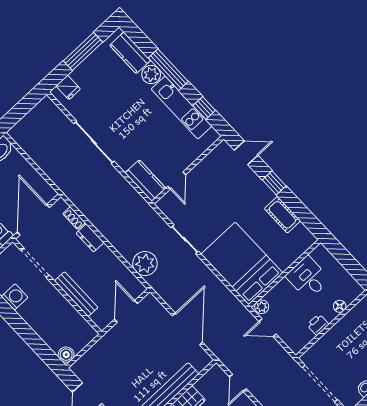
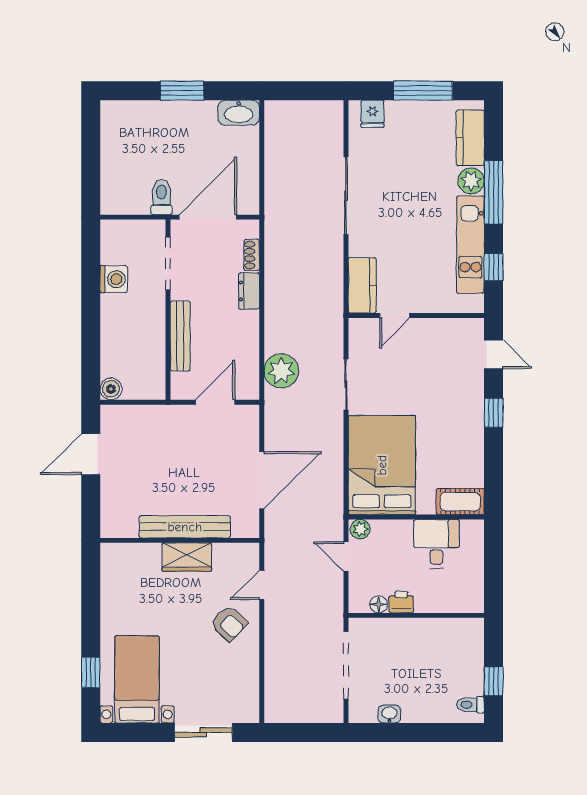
cot: (282, 215) -> (460, 502), moved, turned 90
floor lamp: (340, 306) -> (379, 604), moved

